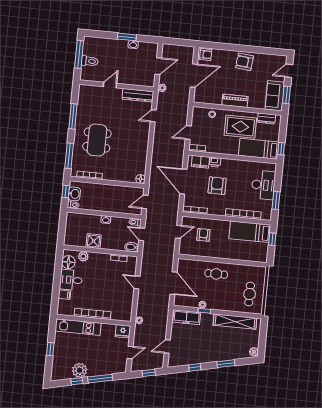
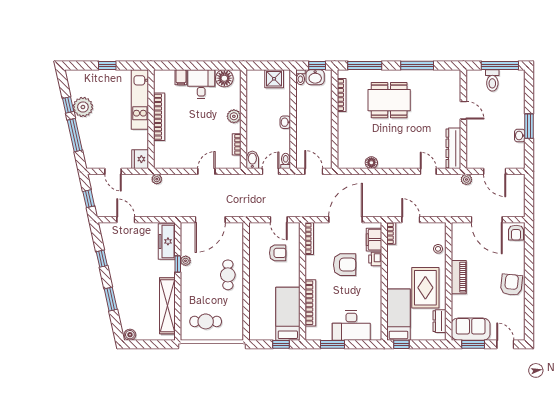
floor lamp: (141, 179) -> (371, 163), moved
shower: (94, 241) -> (274, 79), moved
plant: (83, 256) -> (234, 116), moved

